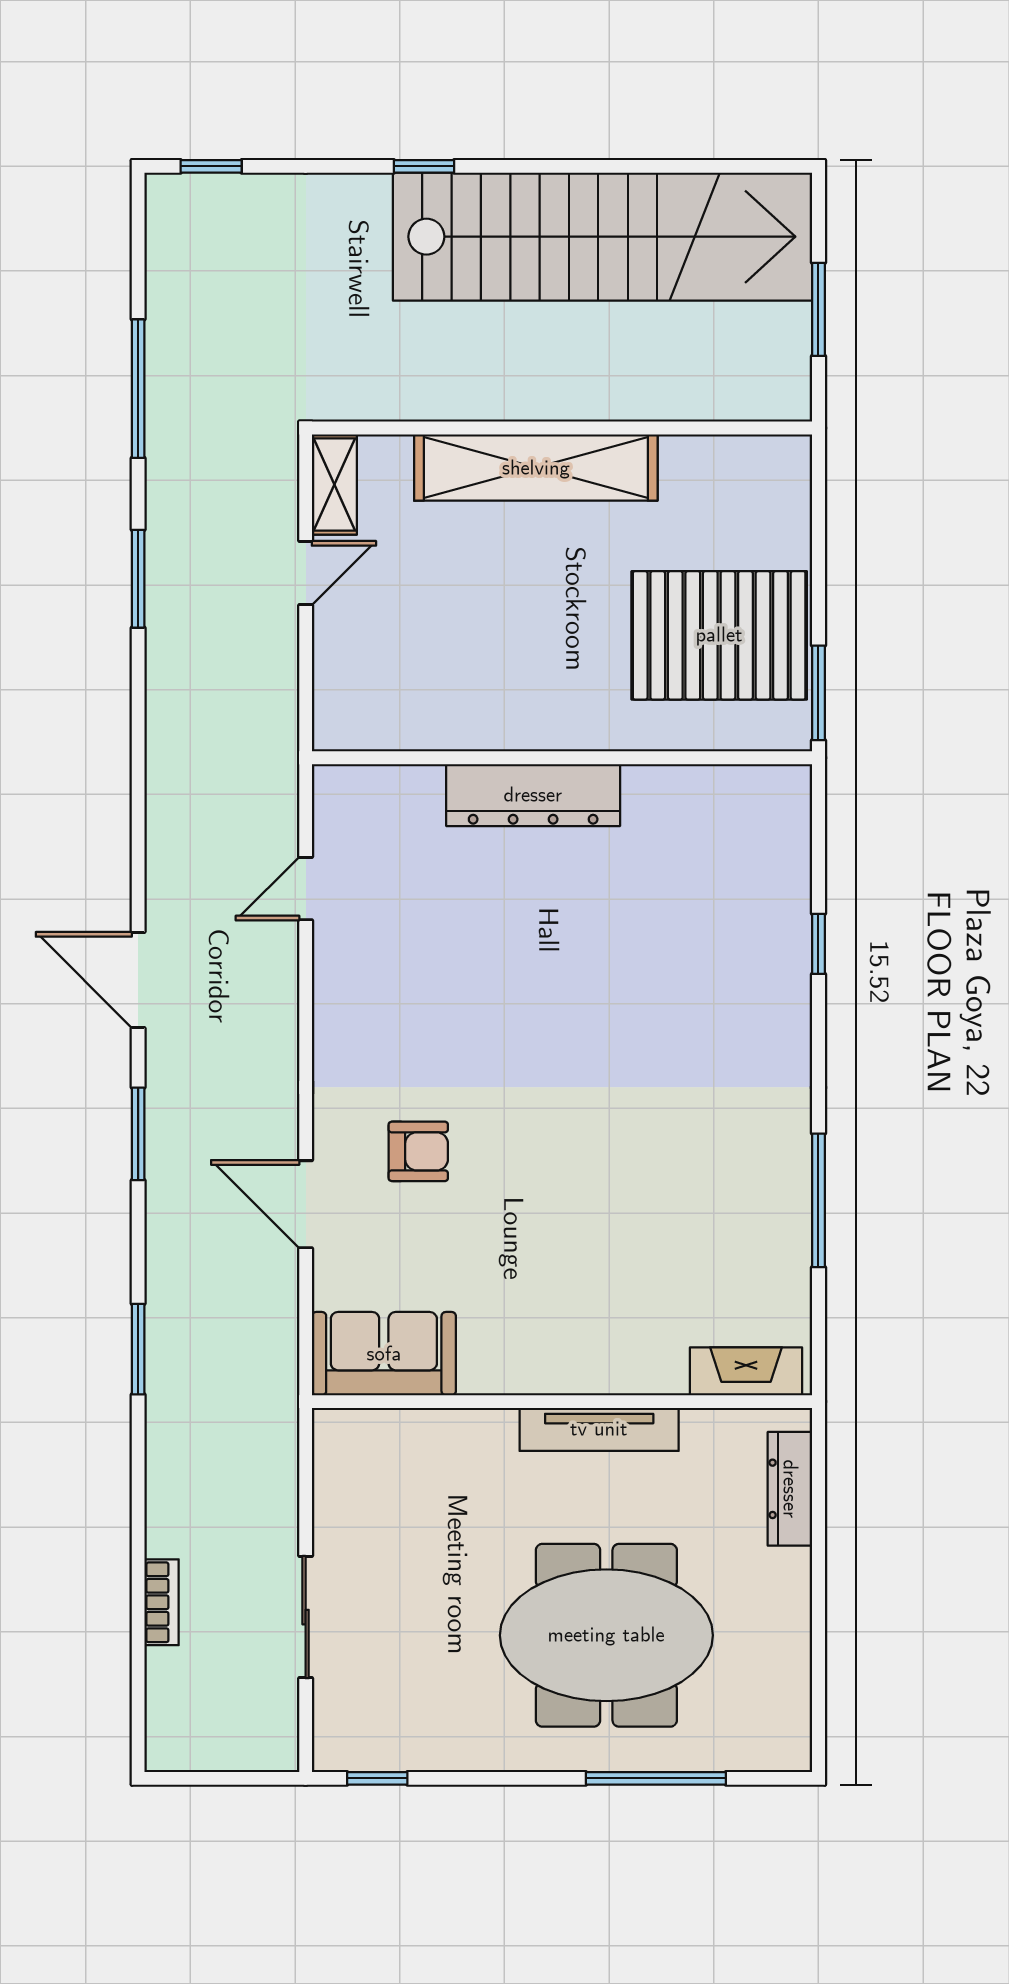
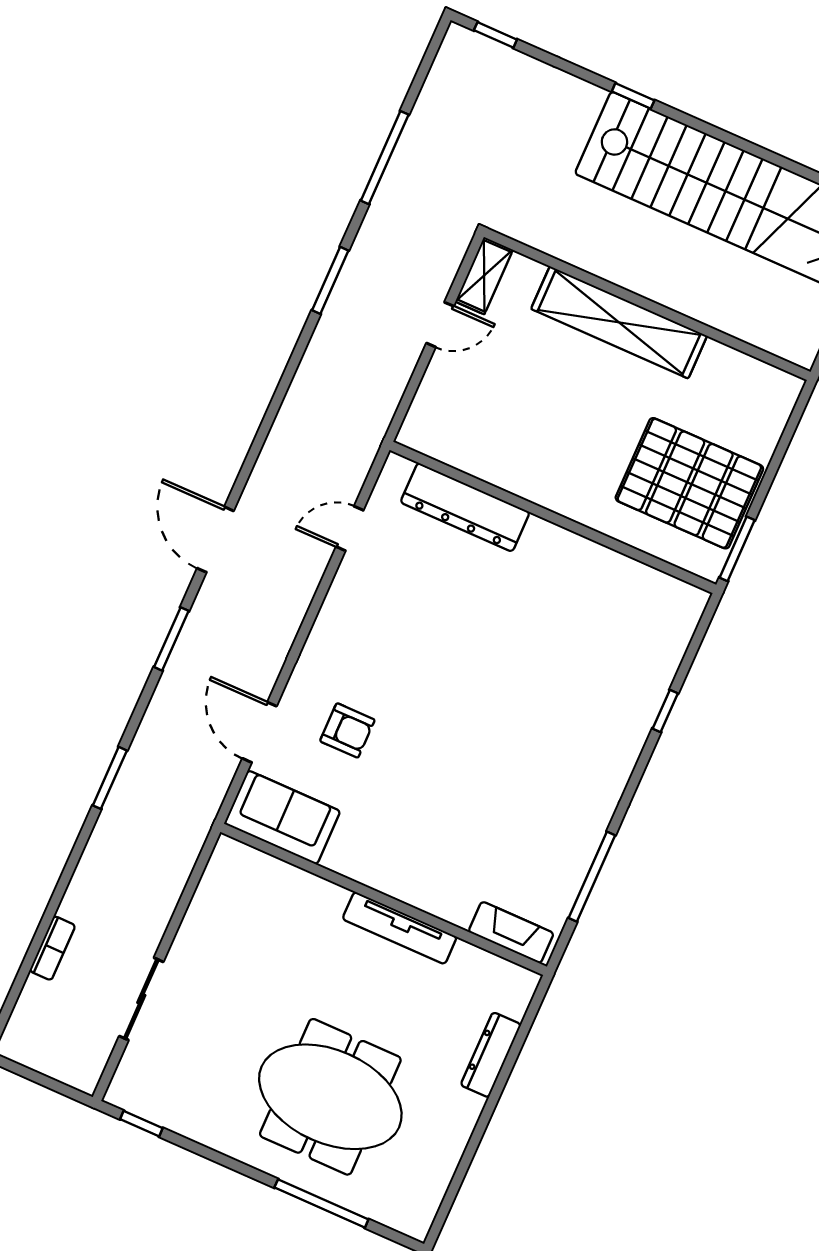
dresser: (533, 795) -> (465, 507), moved
sofa: (384, 1354) -> (282, 817), moved
fireplace: (746, 1371) -> (511, 932), moved
wall: (562, 1402) -> (384, 899), moved
tv unit: (599, 1429) -> (400, 928), moved

